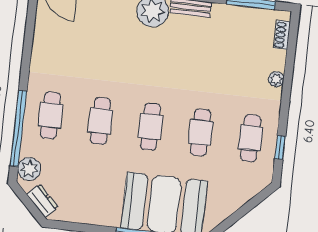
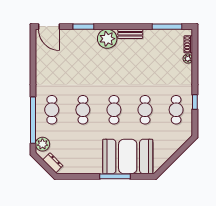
plant: (276, 79) -> (188, 59), moved
window: (280, 148) -> (195, 102), moved

